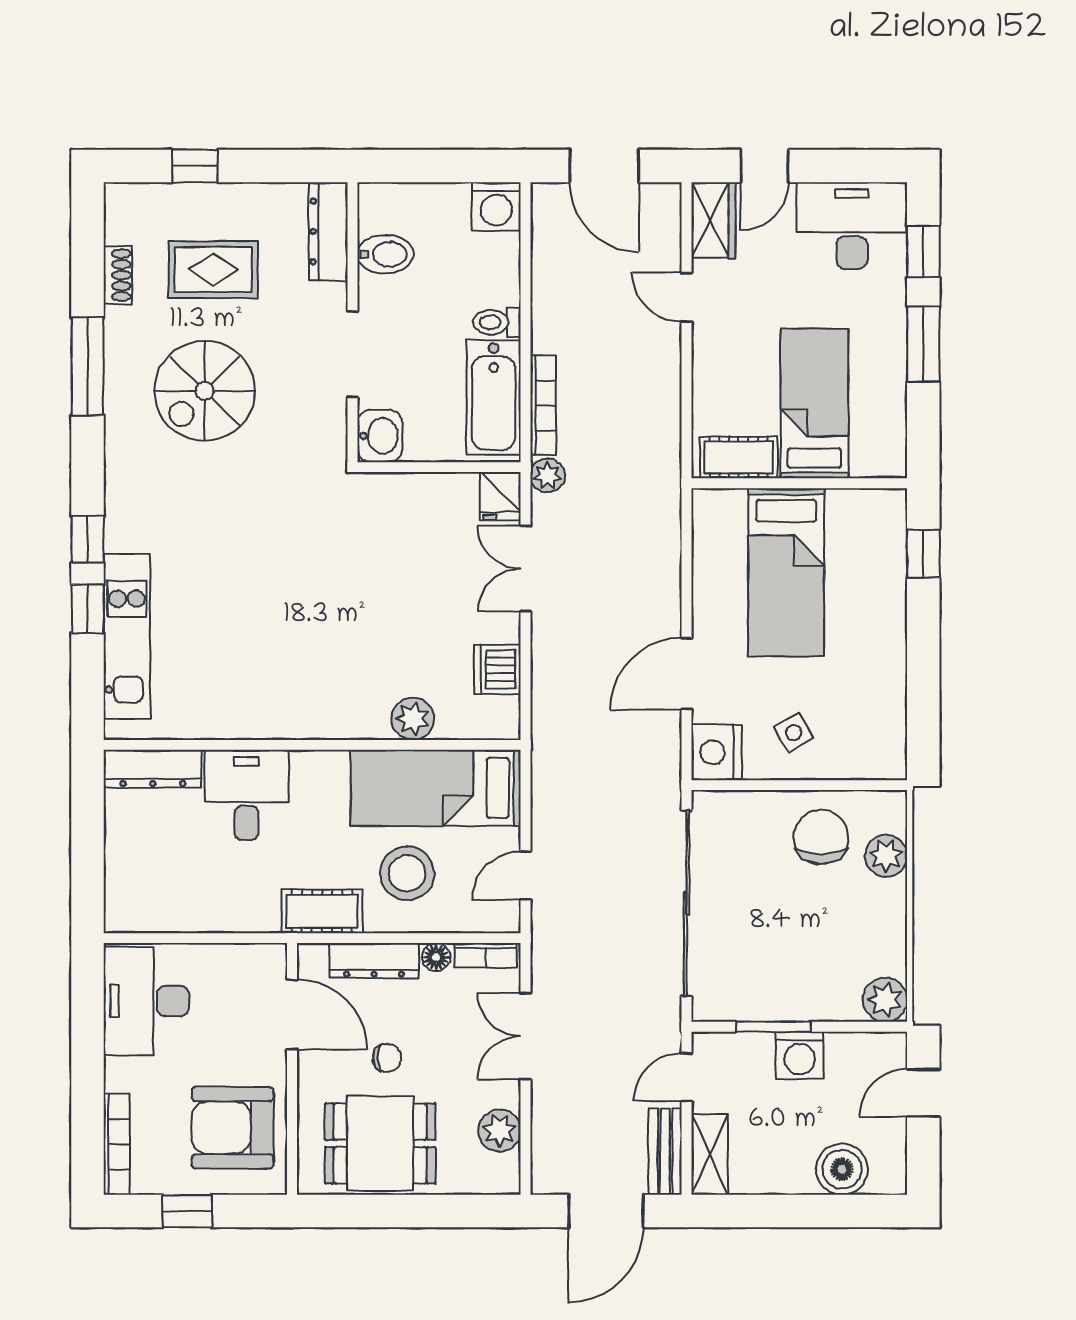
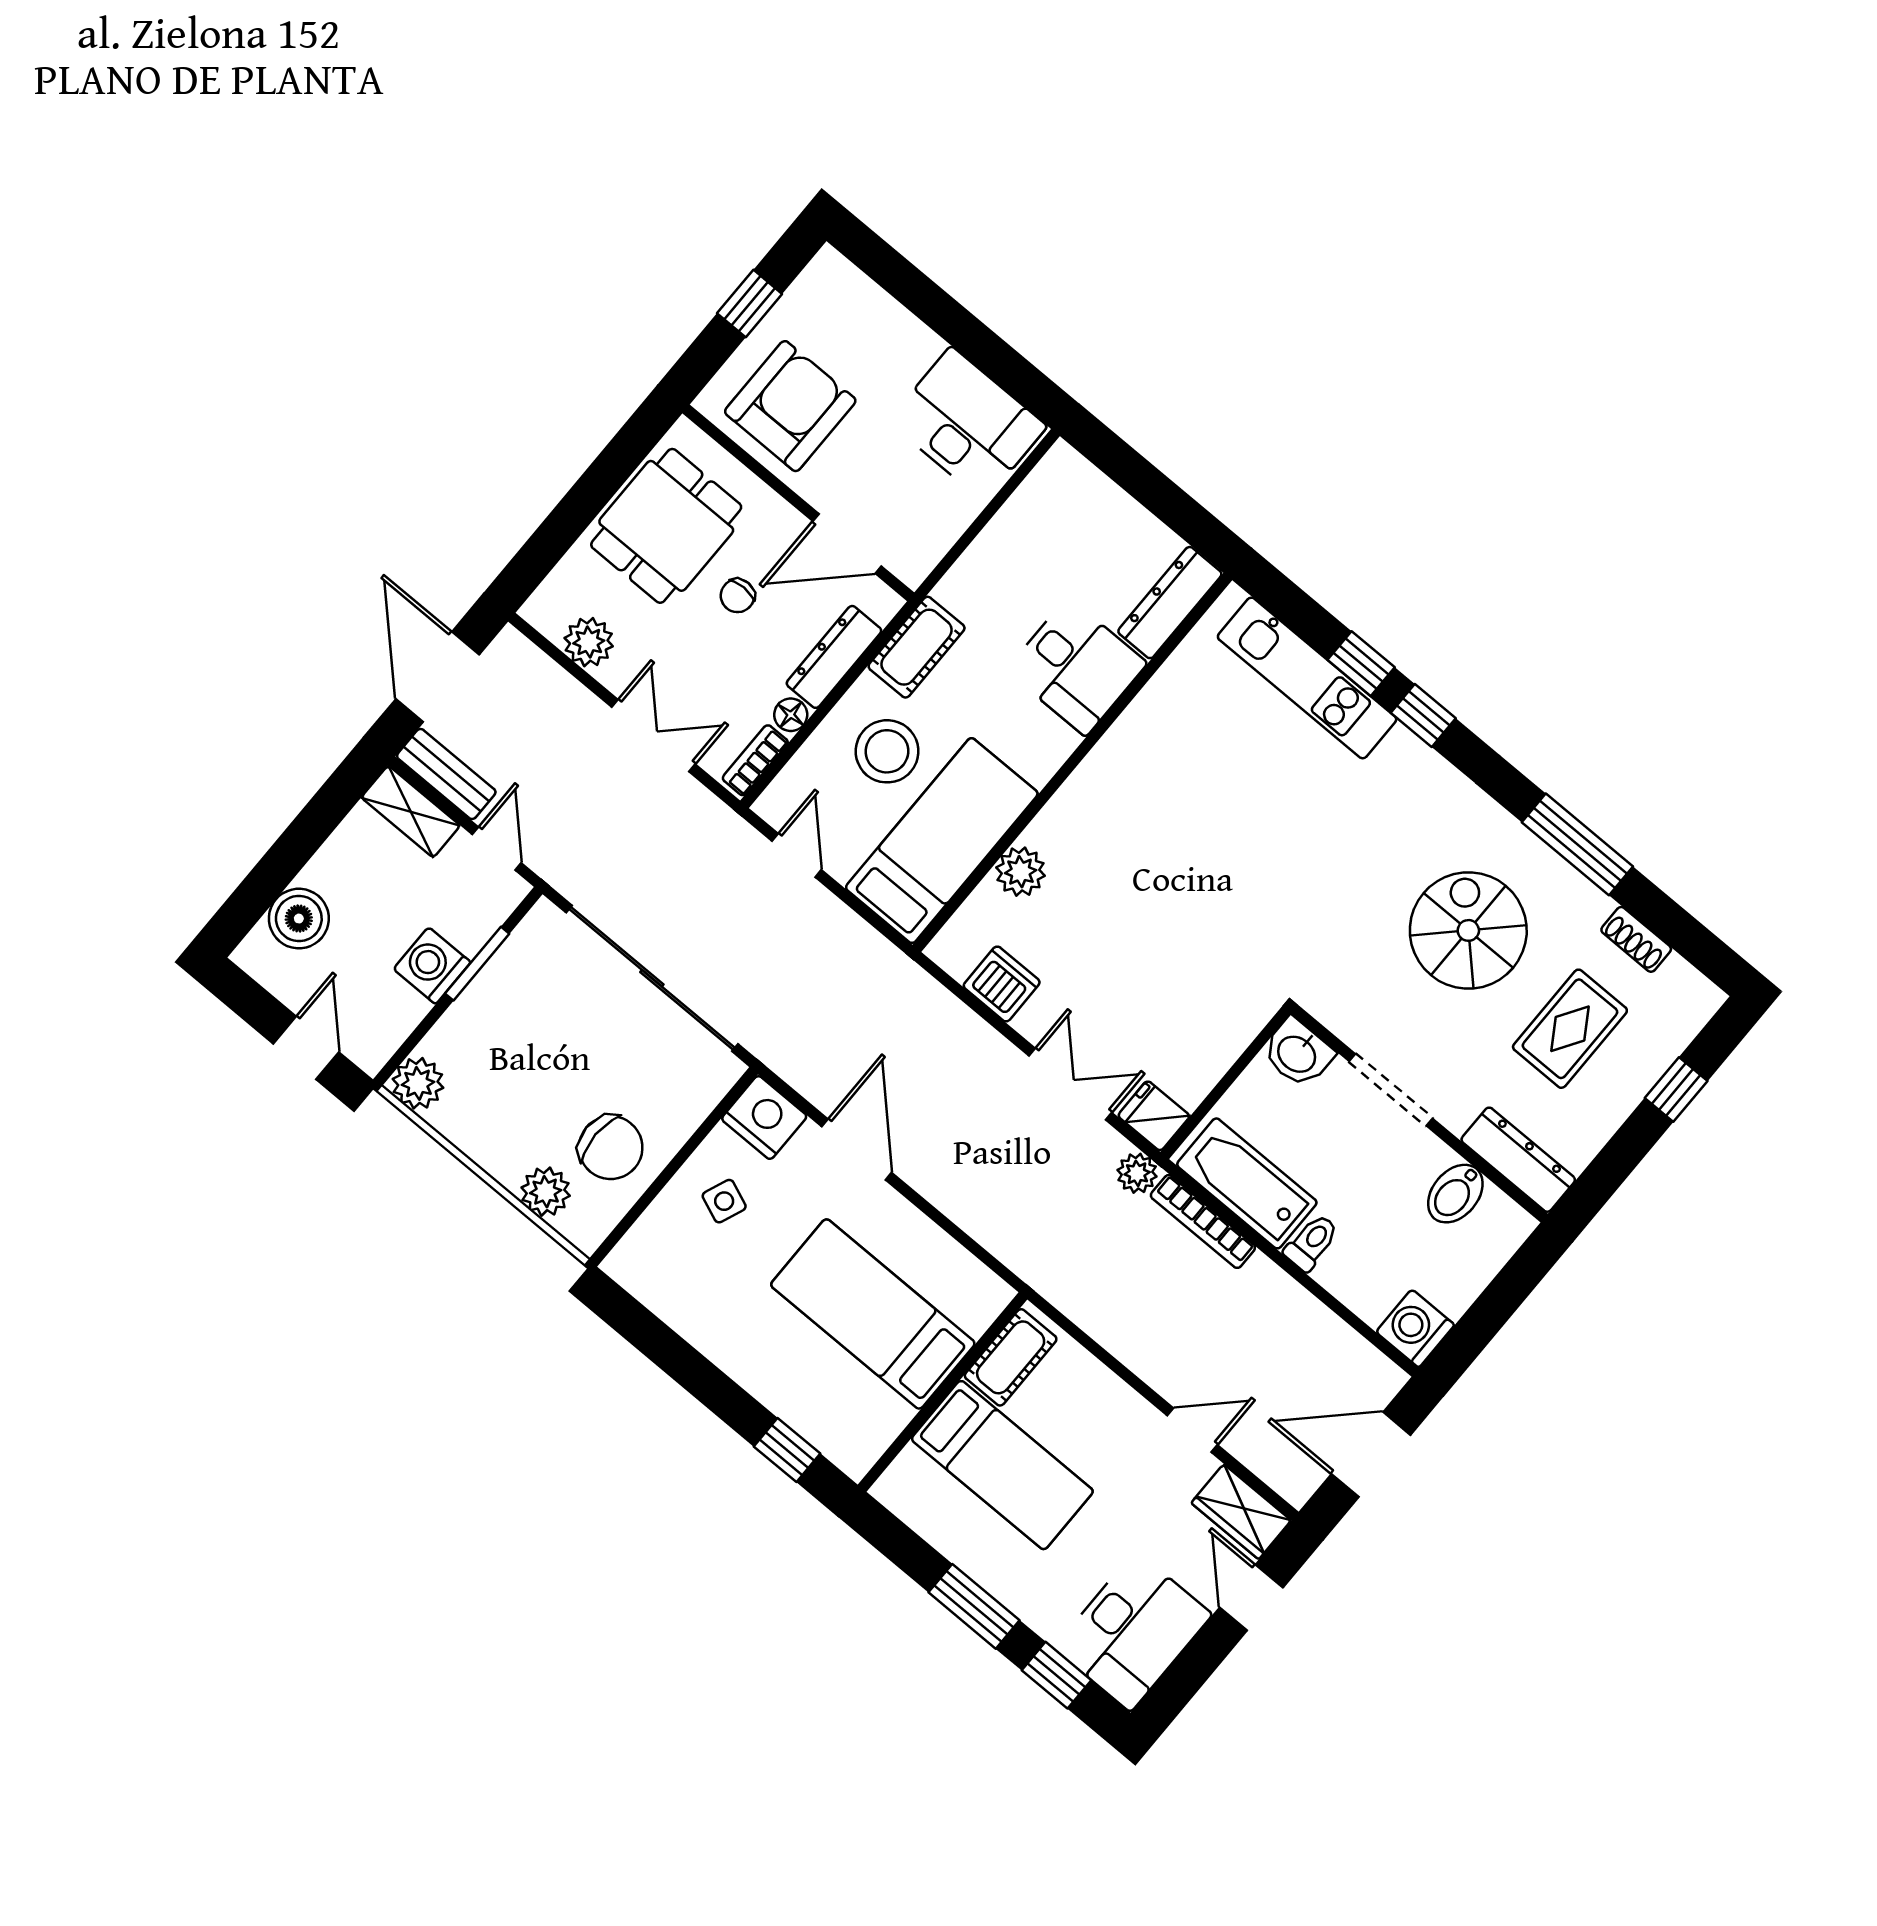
side table: (794, 733) -> (724, 1201), turned -38
bookcase: (117, 1144) -> (862, 290), removed

